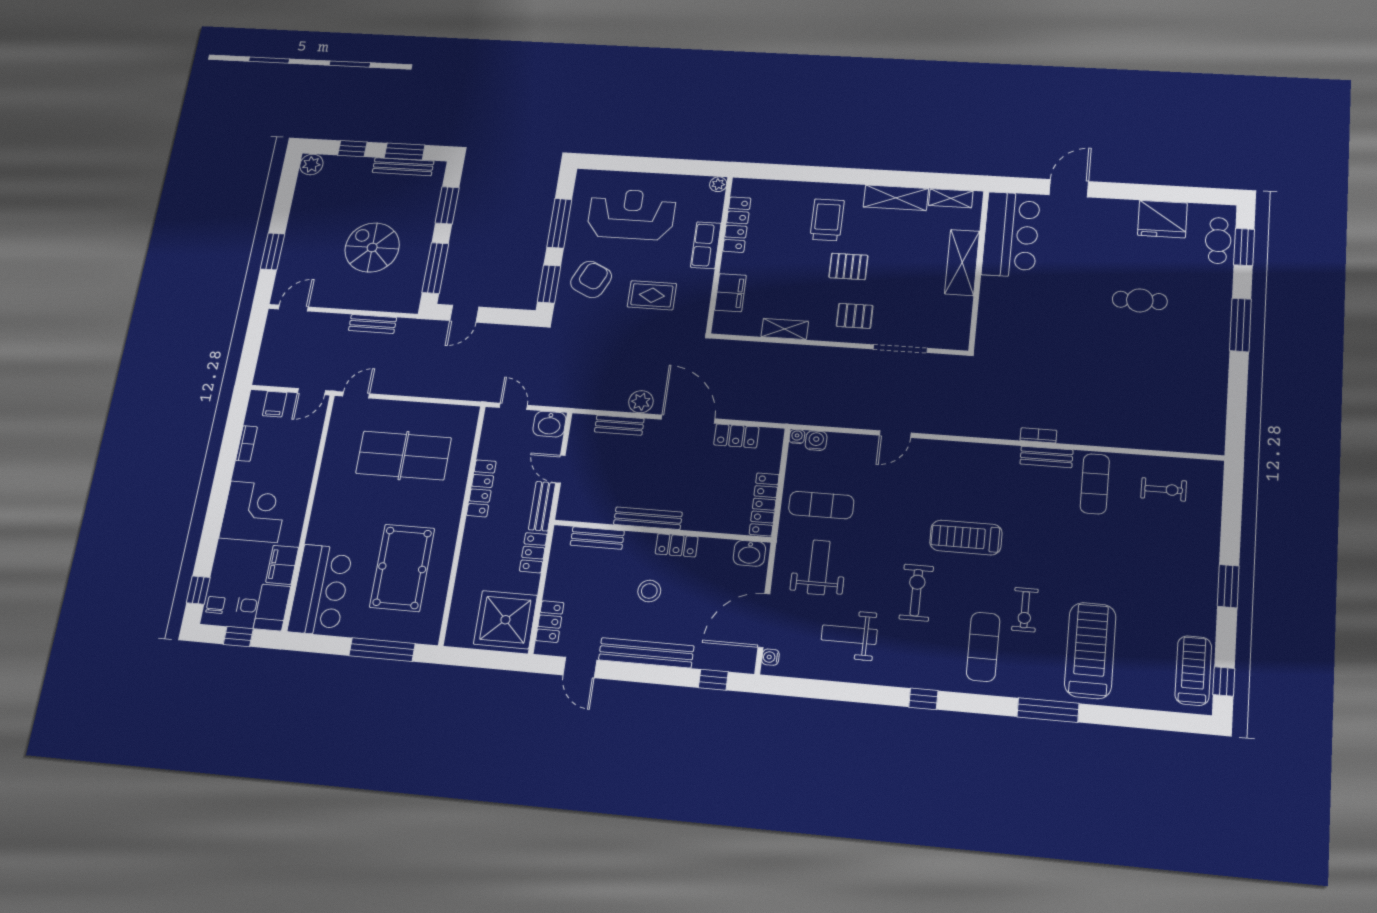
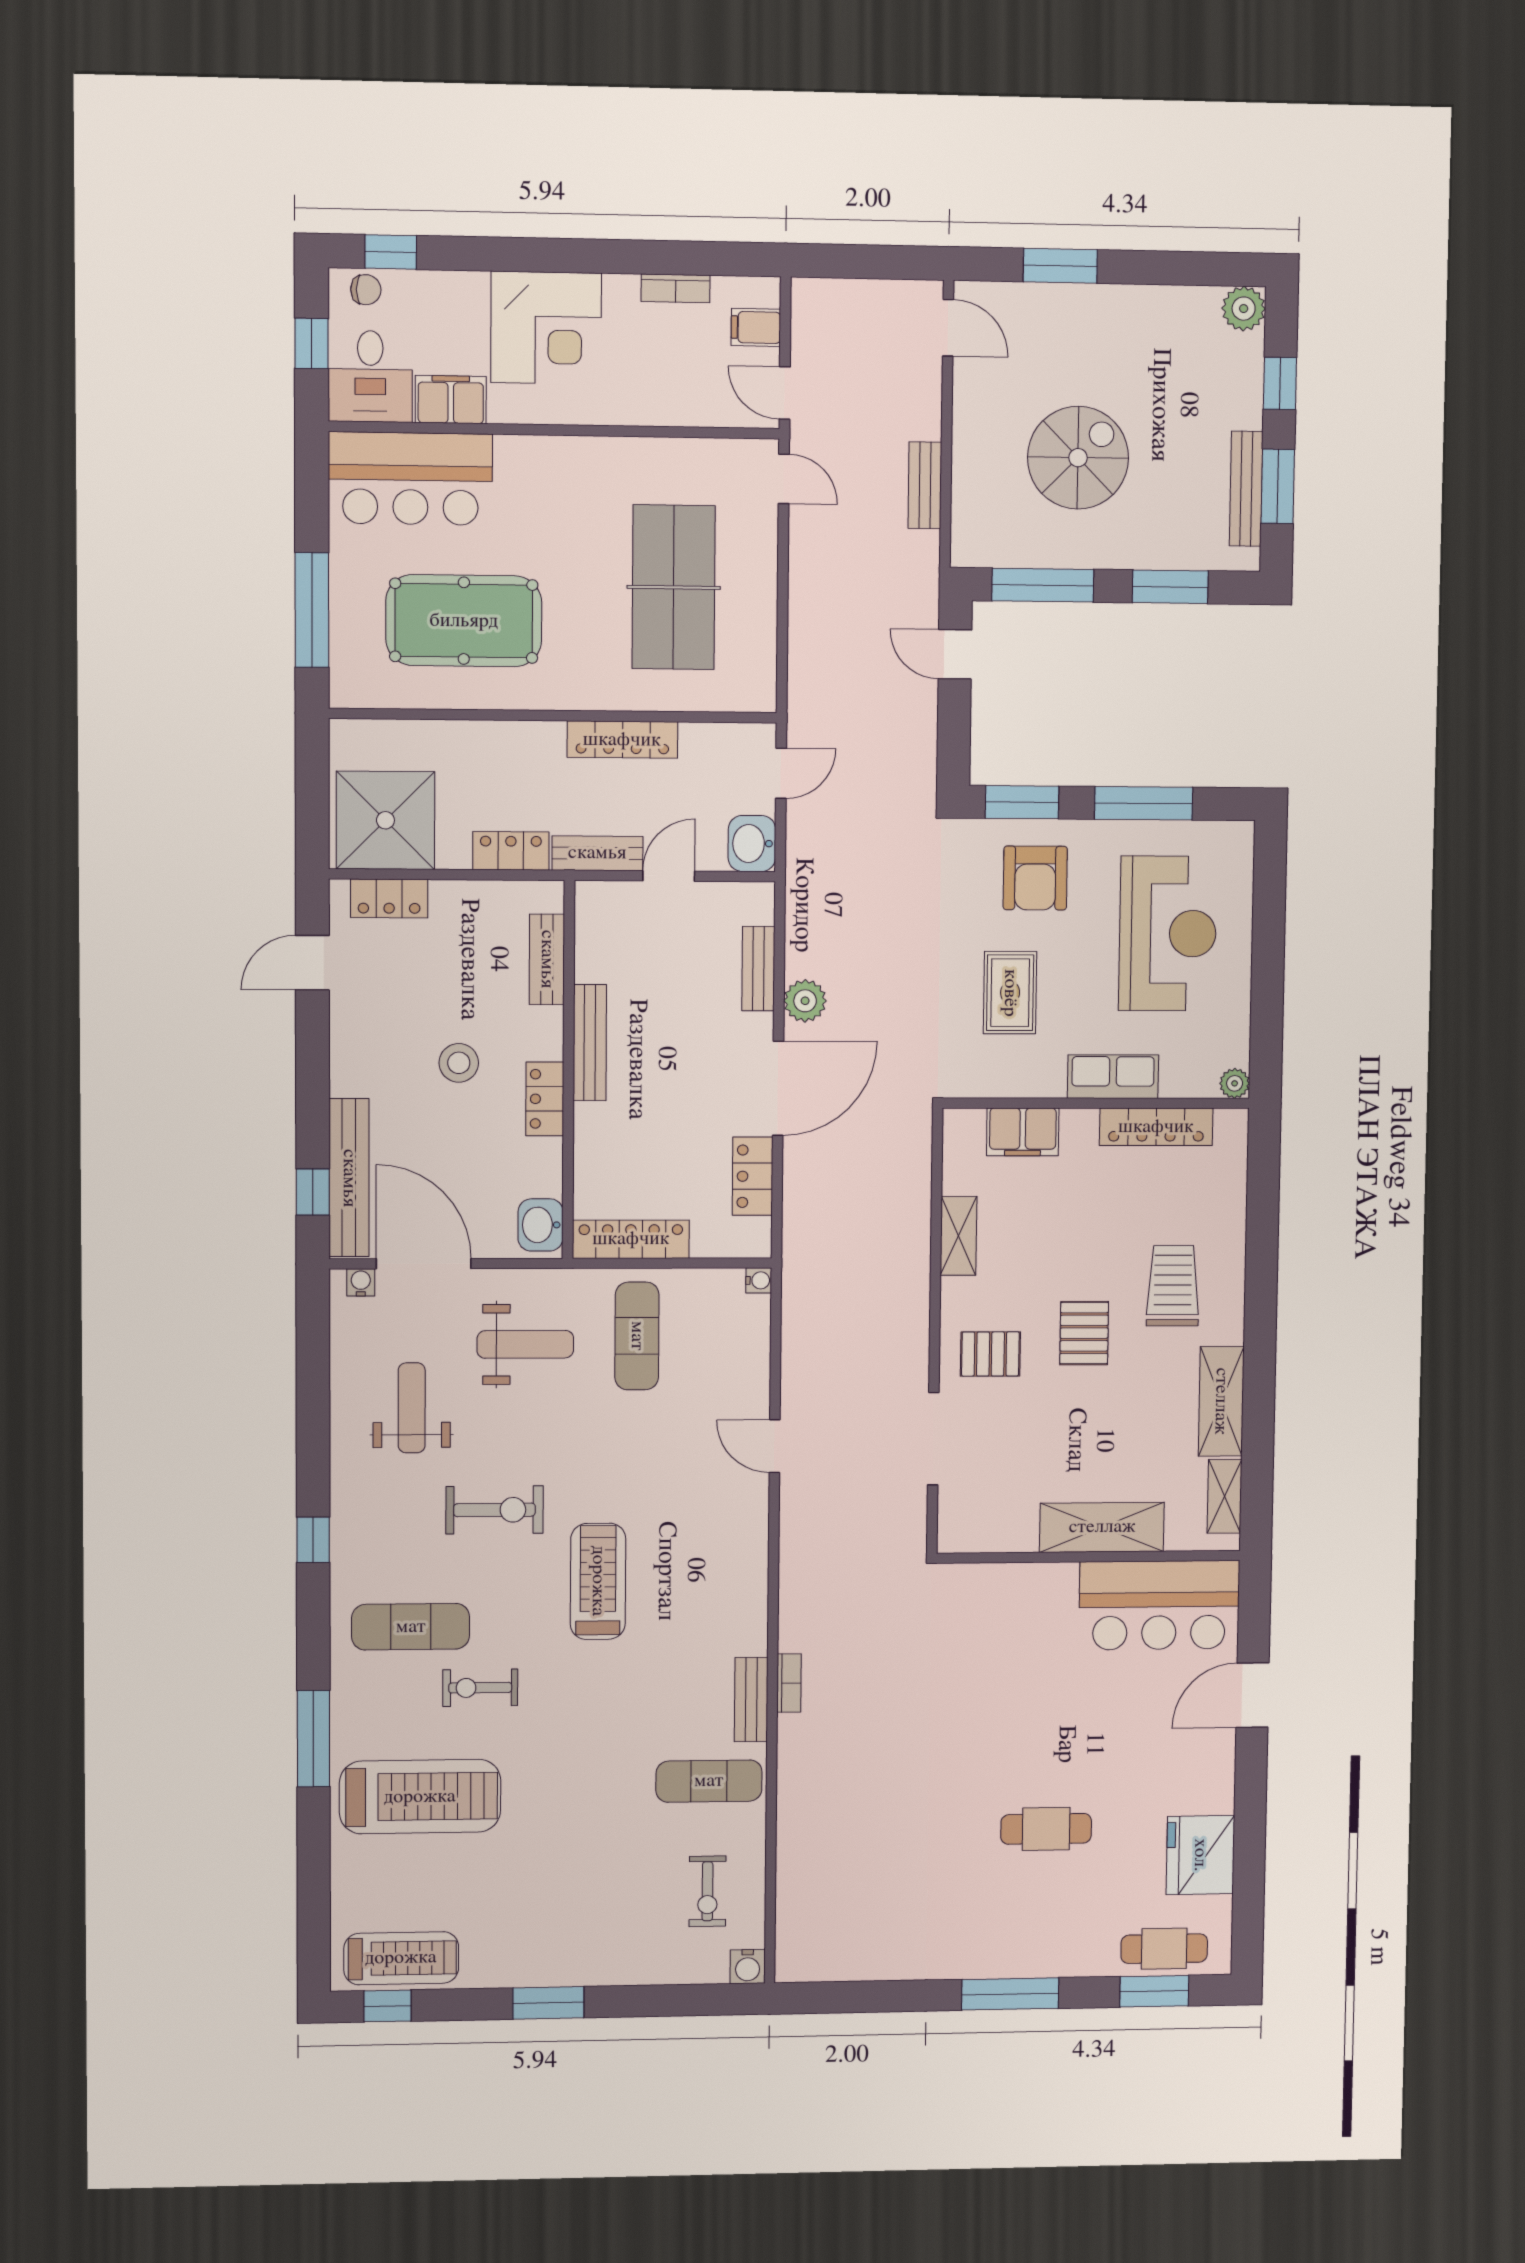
door: (1069, 188) -> (1253, 1695), swing flipped
trolley: (827, 220) -> (1173, 1286), turned -90
armchair: (591, 279) -> (1035, 878), turned 65
cafe table: (1140, 300) -> (1046, 1829), turned 90
pallet: (855, 316) -> (990, 1354), turned 90
water cooler: (816, 441) -> (748, 1967), moved, turned 90
bench: (646, 653) -> (349, 1178), moved

